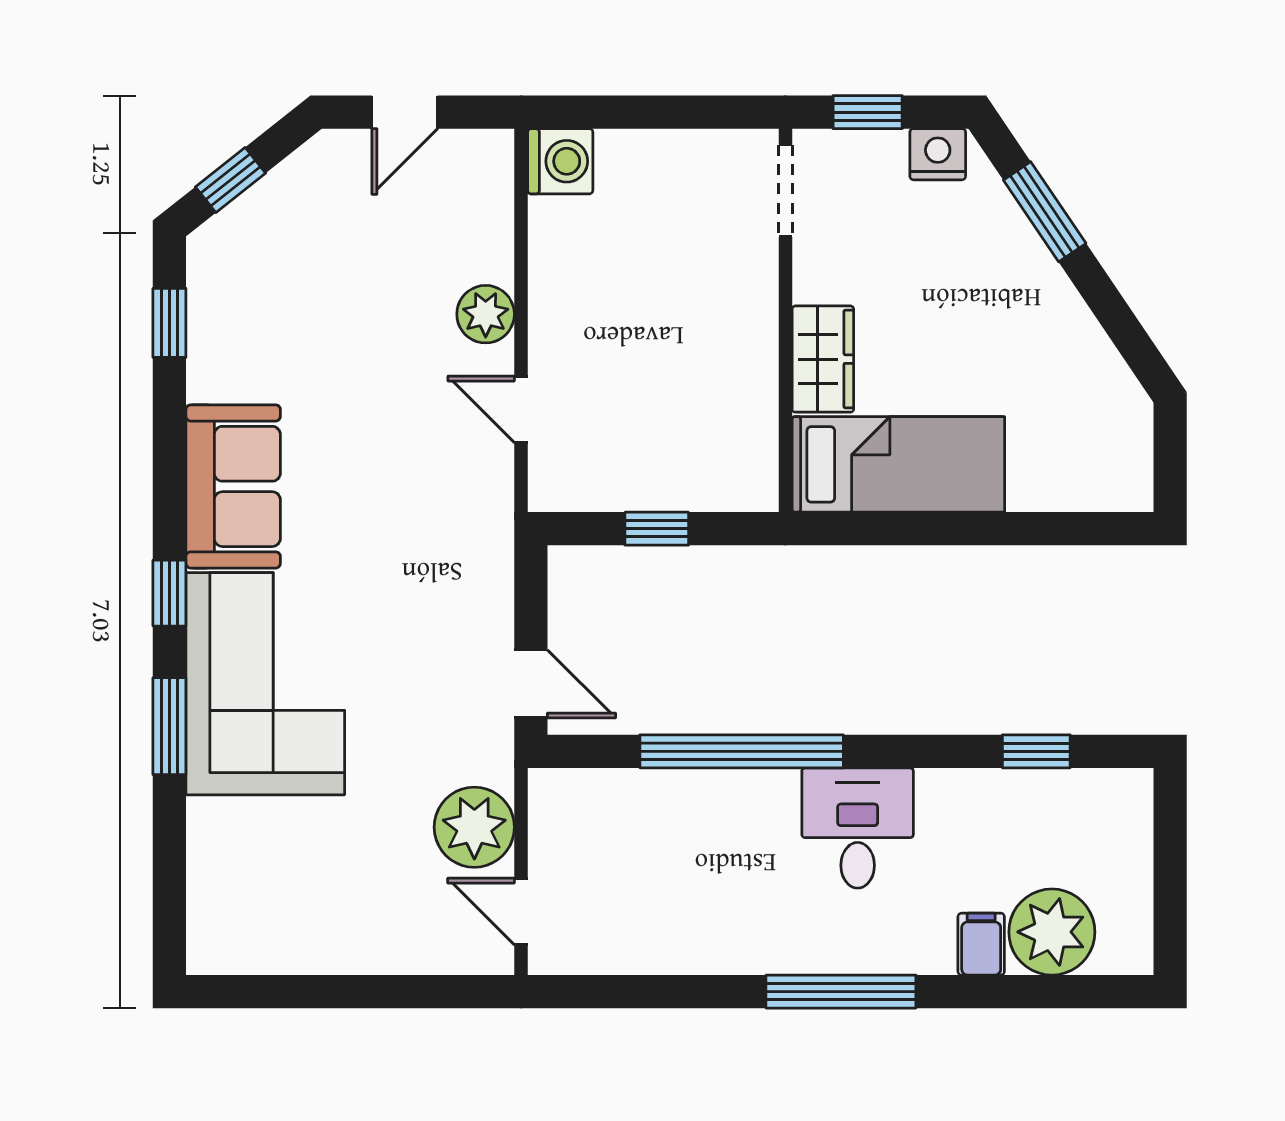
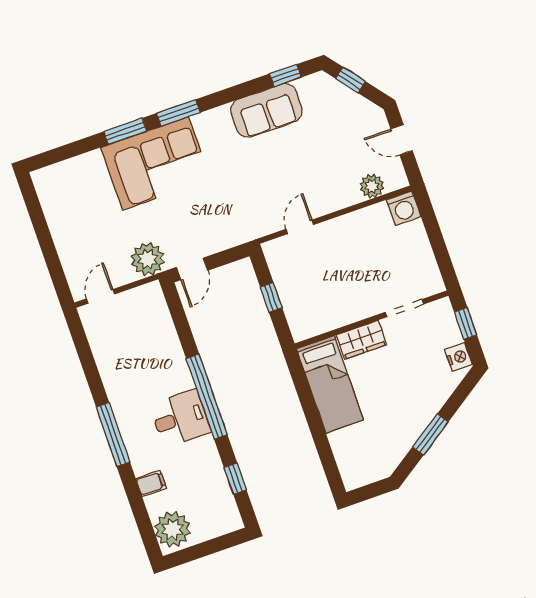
doorway: (785, 191) -> (404, 308), moved
window: (1045, 212) -> (430, 434), moved
plant: (486, 314) -> (372, 186), moved
sofa: (233, 486) -> (266, 110), moved
window: (169, 593) -> (178, 113), width x1.50
window: (742, 751) -> (207, 397), moved
plant: (474, 827) -> (148, 259), moved
plant: (1052, 932) -> (173, 529), moved

